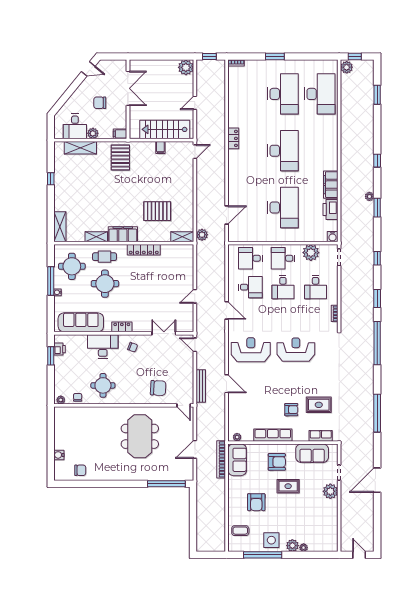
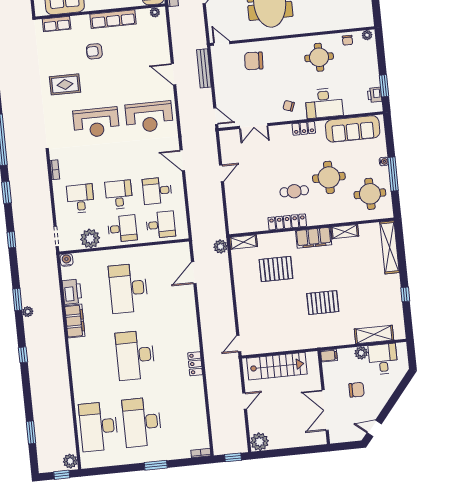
filing cabinet: (160, 147) -> (280, 344), removed
pallet: (120, 158) -> (323, 303), moved, turned 90
shelving: (60, 227) -> (390, 247), width x1.47
cafe table: (104, 257) -> (294, 191), moved
rug: (319, 405) -> (65, 84), moved

